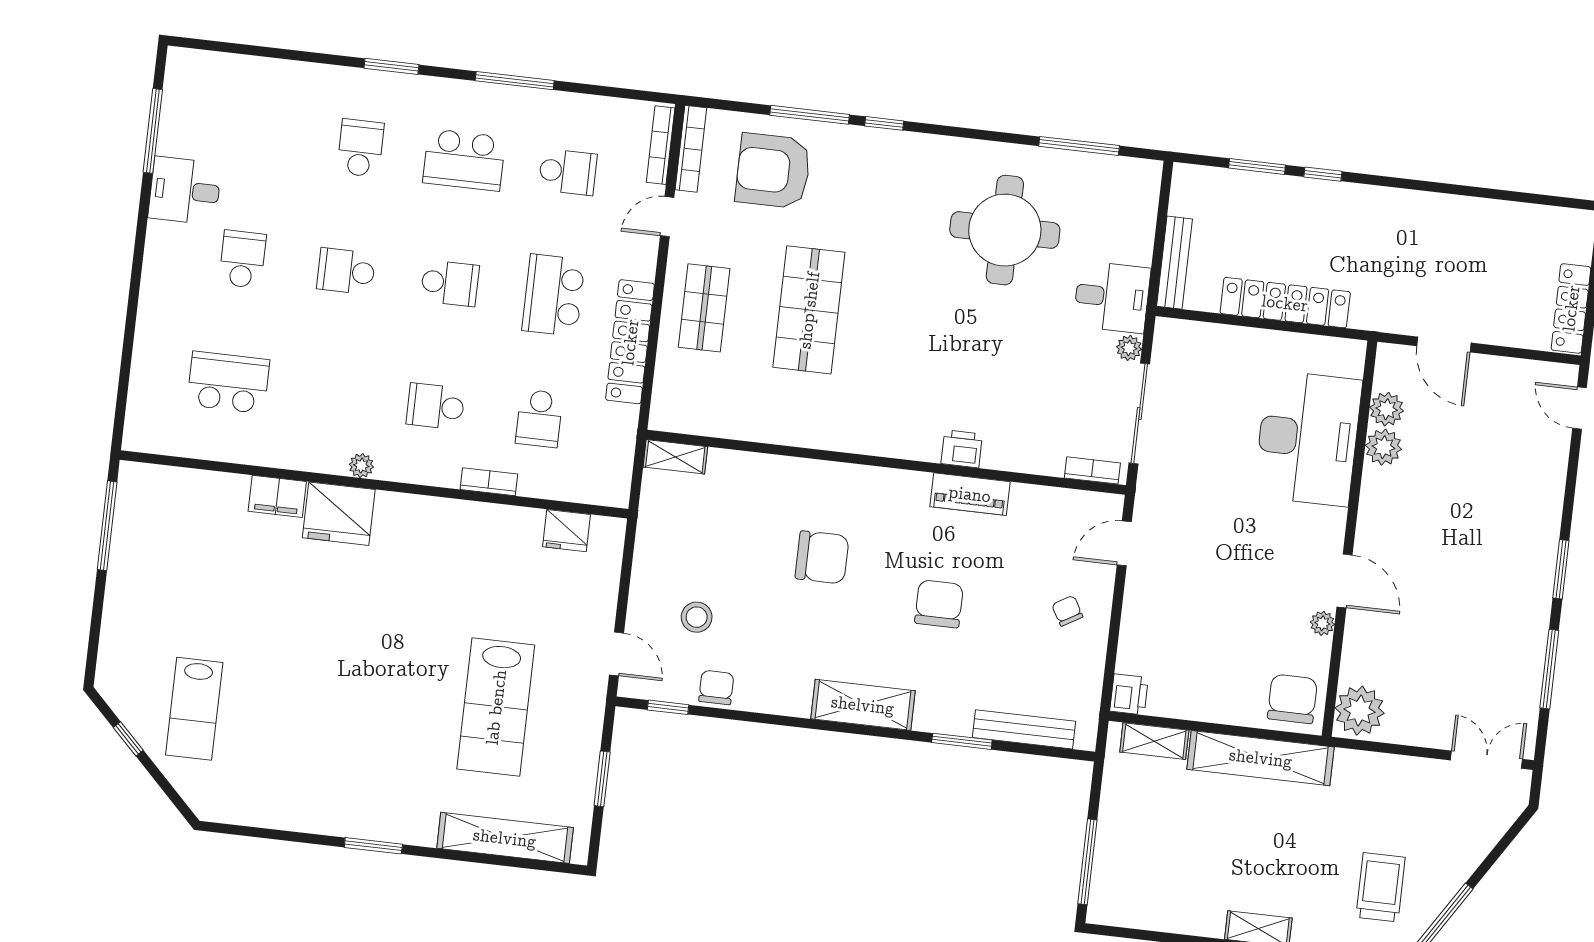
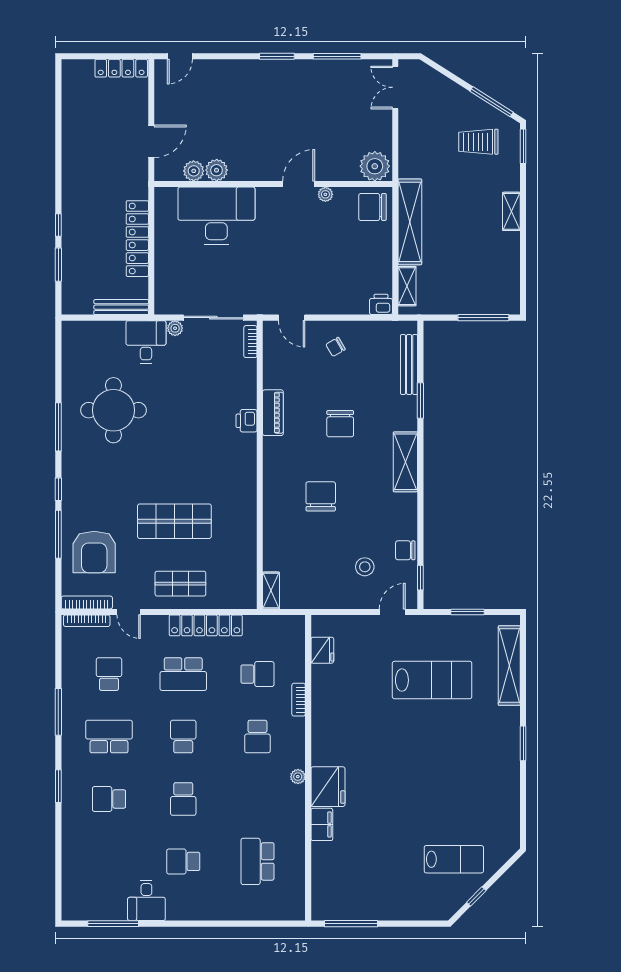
window: (1079, 146) -> (58, 427), moved
school desk: (464, 160) -> (109, 737), turned -90
chair: (939, 604) -> (340, 424), turned -90

